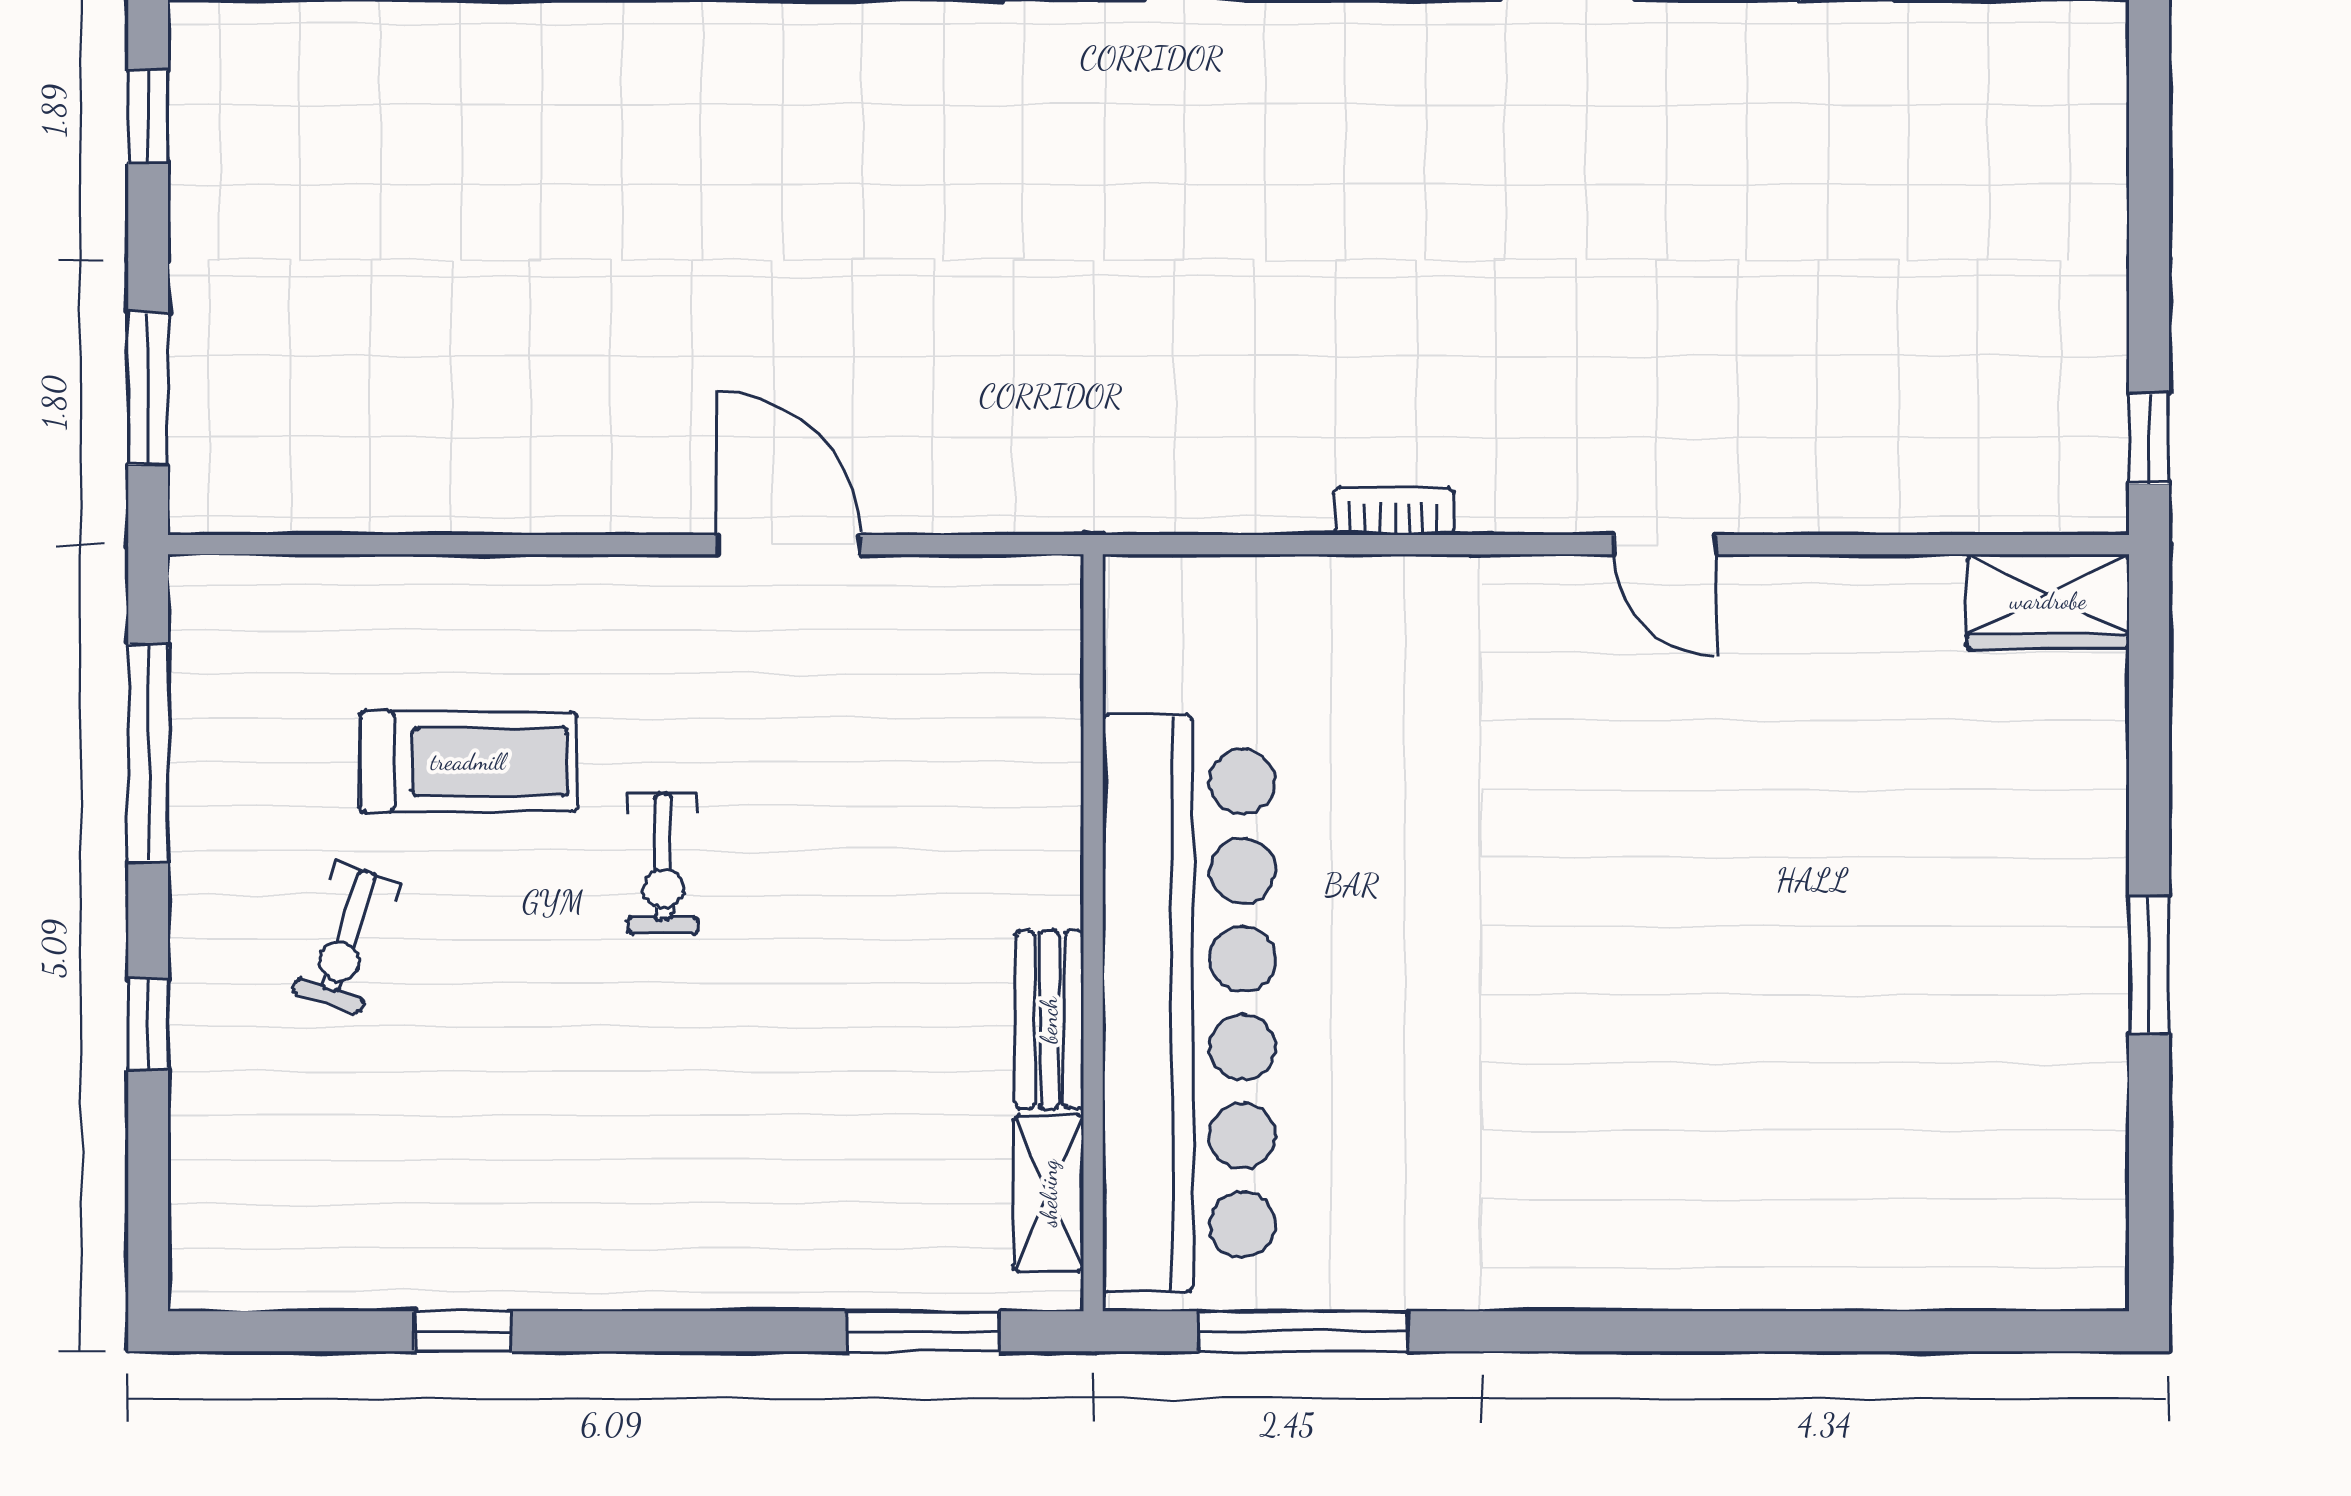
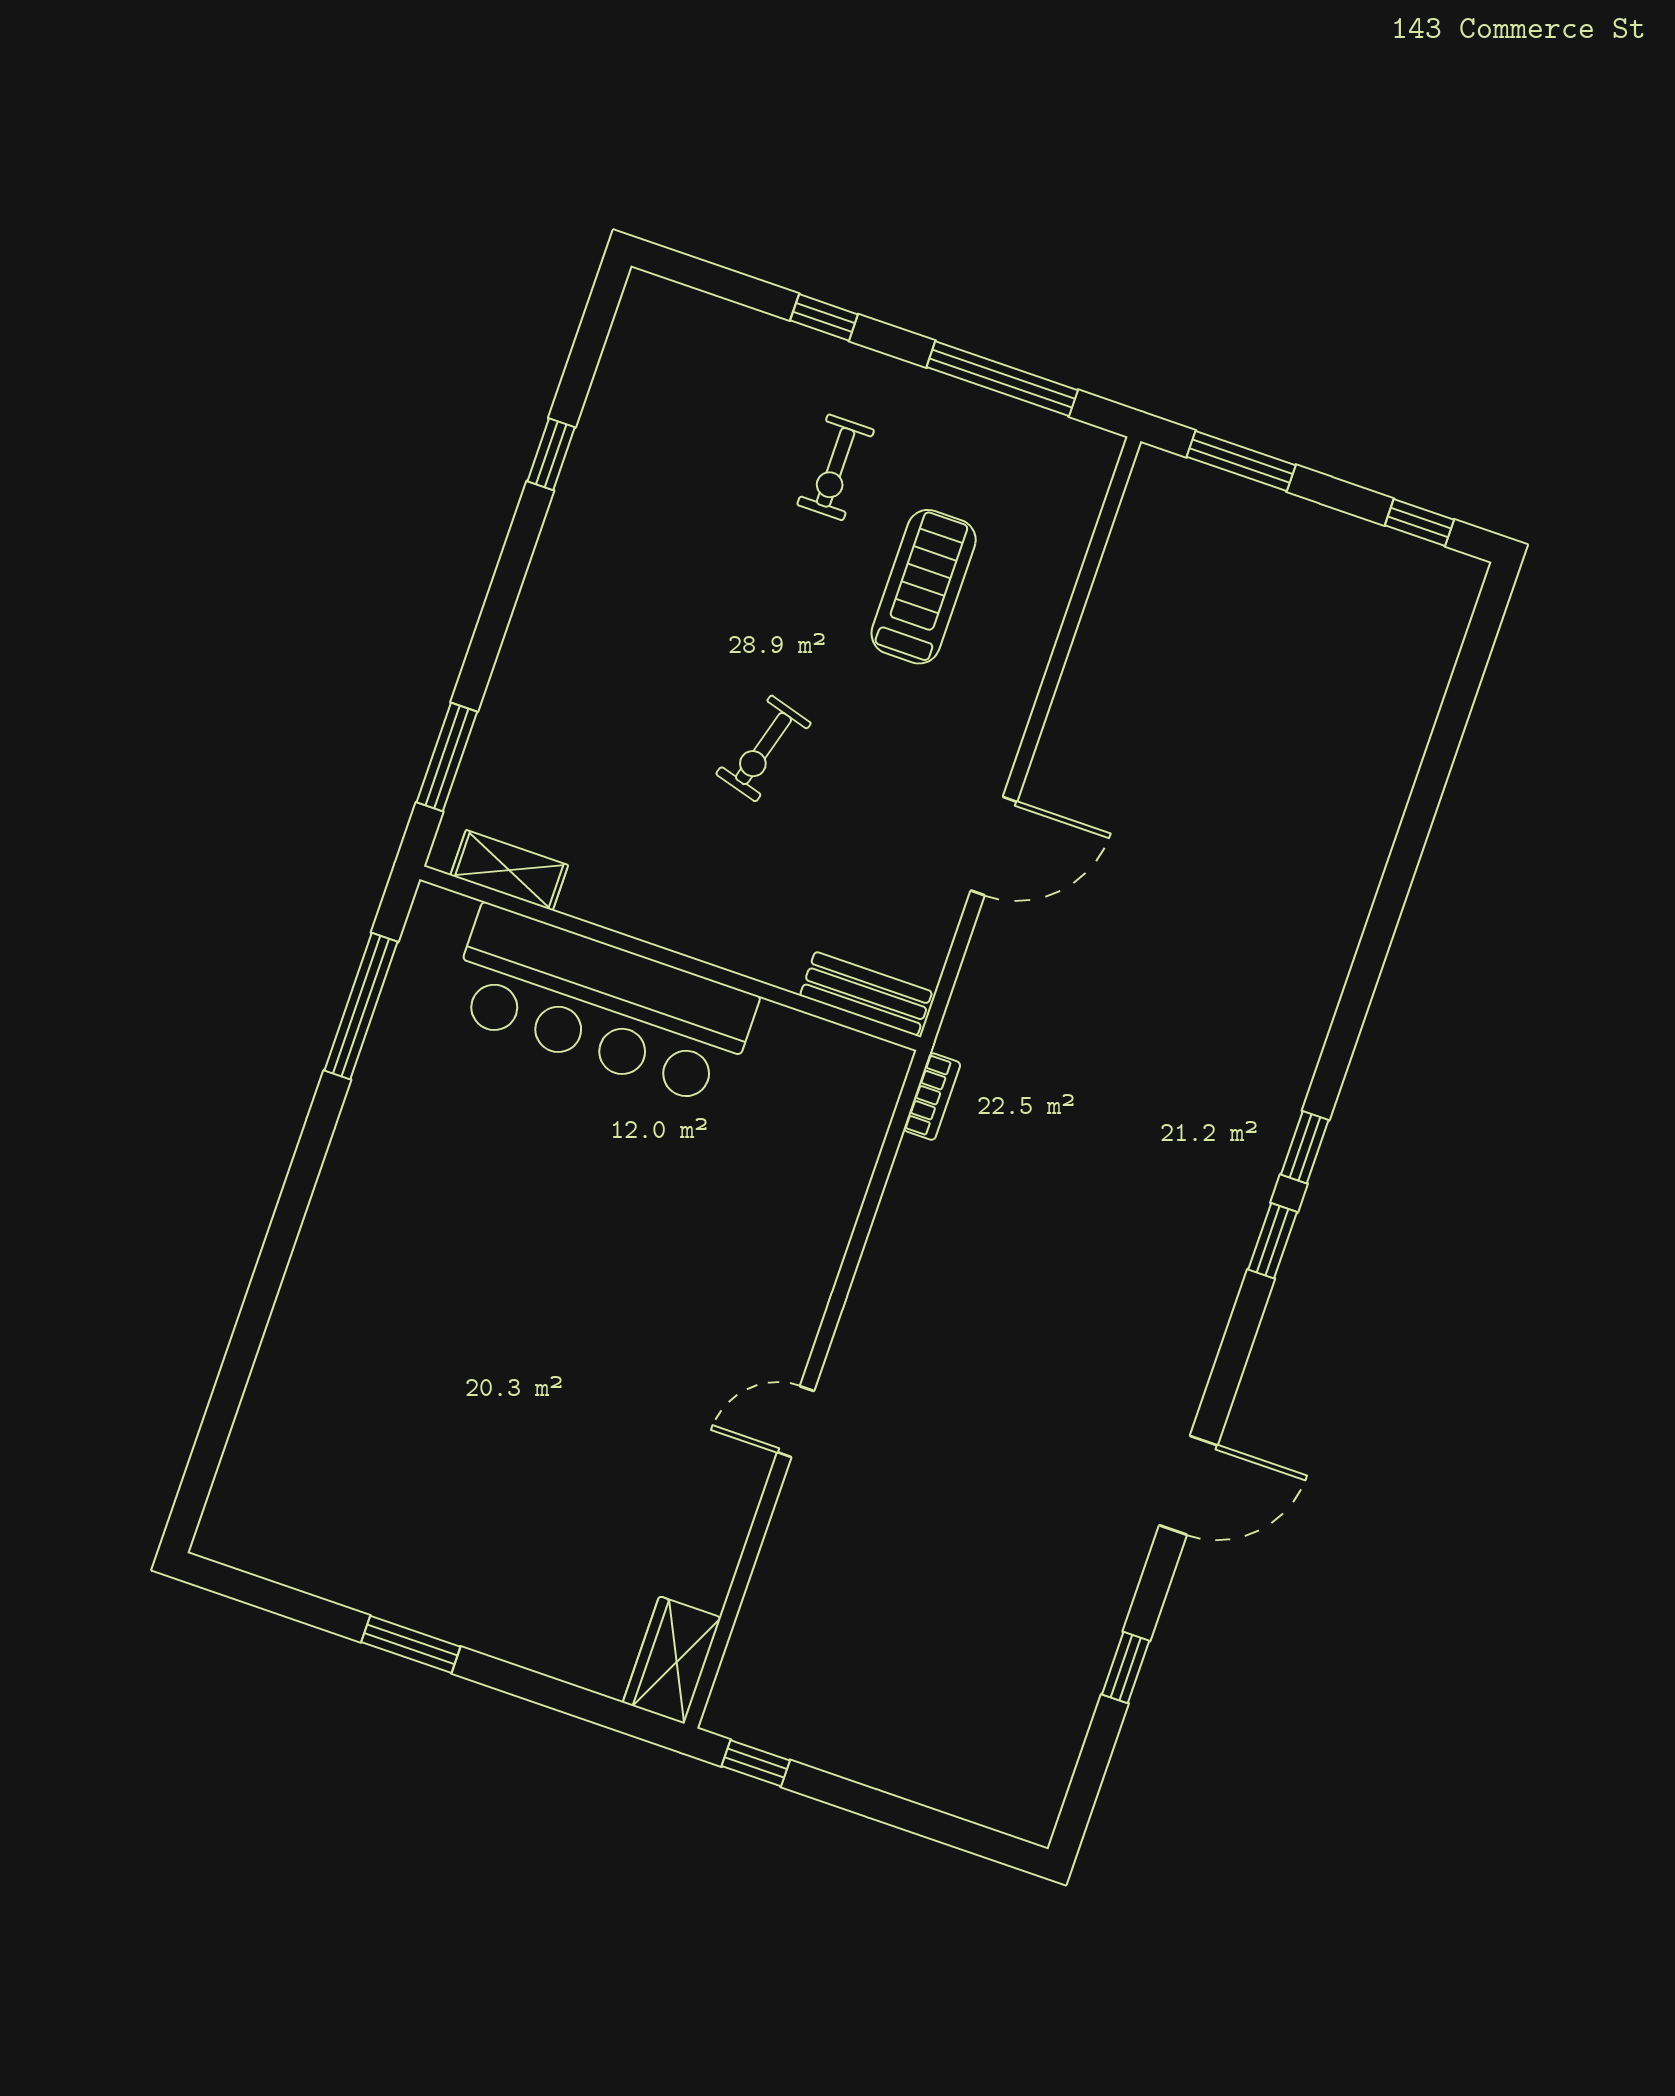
bookcase: (1394, 511) -> (932, 1097), moved
treadmill: (468, 762) -> (924, 587), turned 180
exercise bike: (663, 864) -> (763, 749), moved, turned -74
exercise bike: (347, 938) -> (836, 467), turned -108
bar counter: (1189, 1003) -> (602, 1005), width x0.73
bench: (1049, 1020) -> (866, 994), moved

